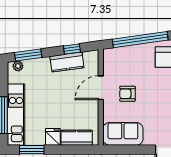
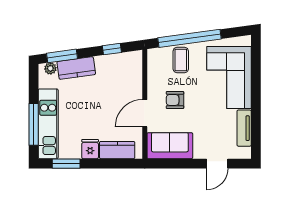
coffee table: (132, 59) -> (181, 60), added
kitchen counter: (67, 62) -> (76, 68), moved
door: (101, 88) -> (145, 113), moved

